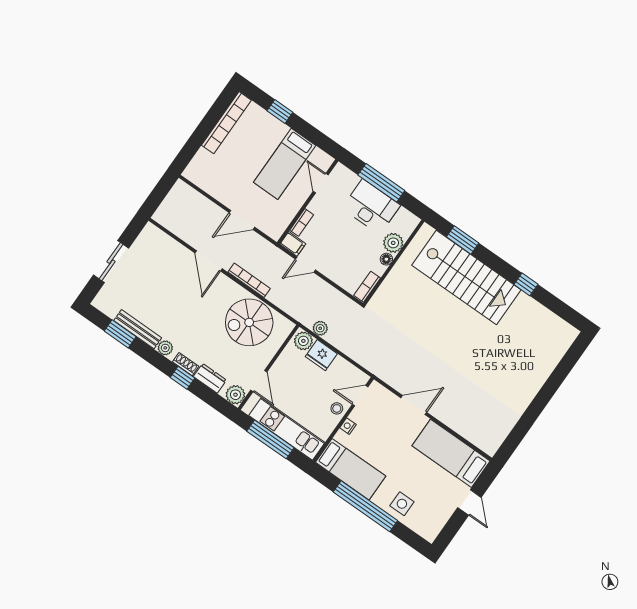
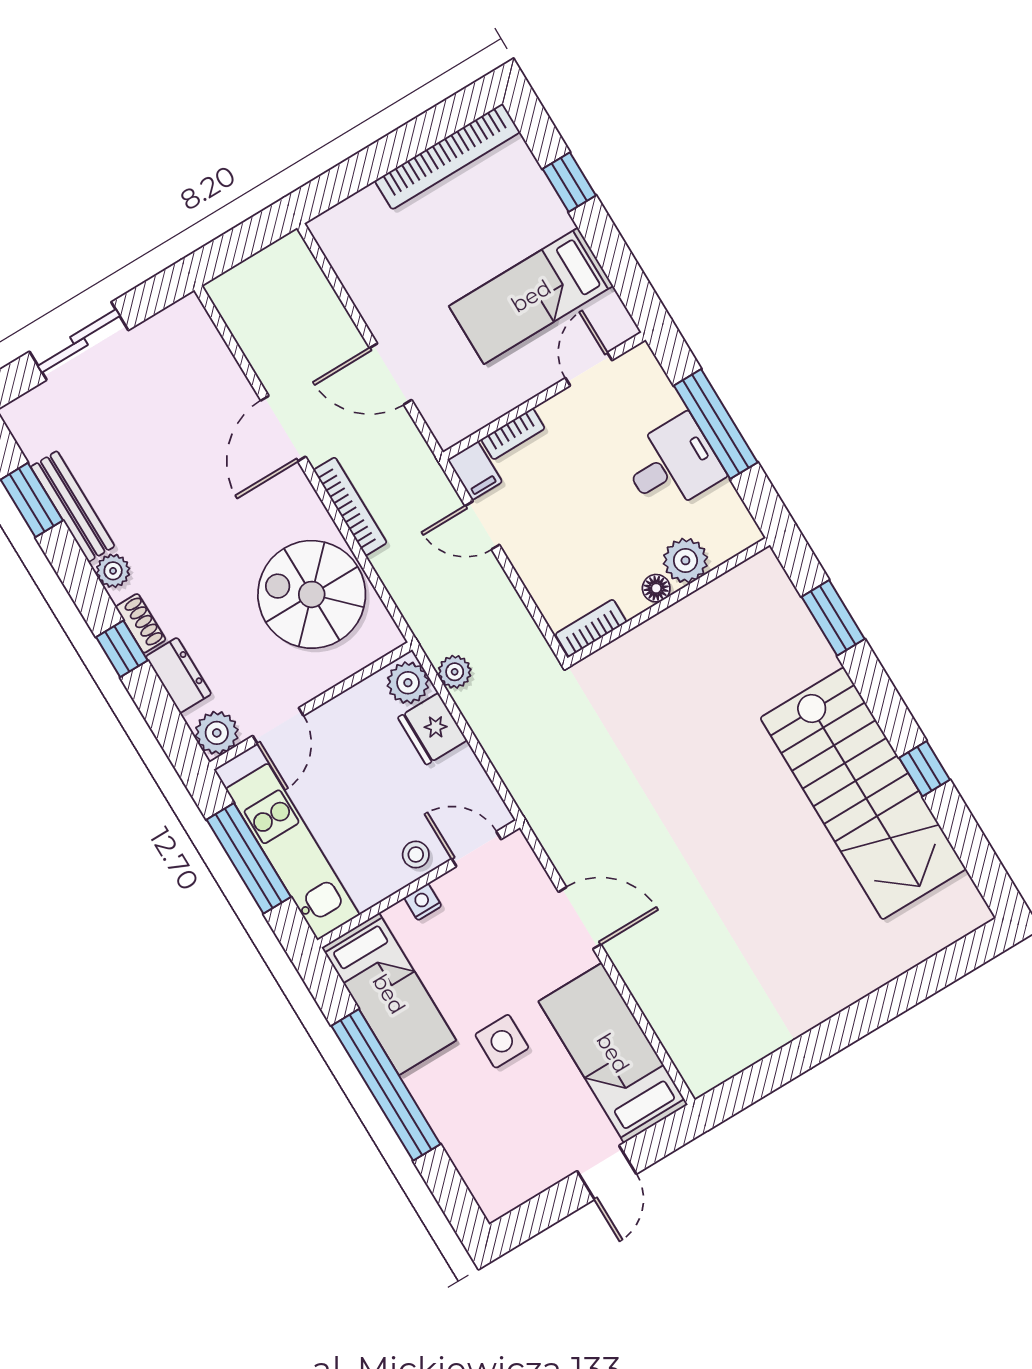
desk: (371, 207) -> (673, 465), width x0.73
stairs: (466, 278) -> (863, 793), moved
side table: (402, 504) -> (502, 1041), moved

